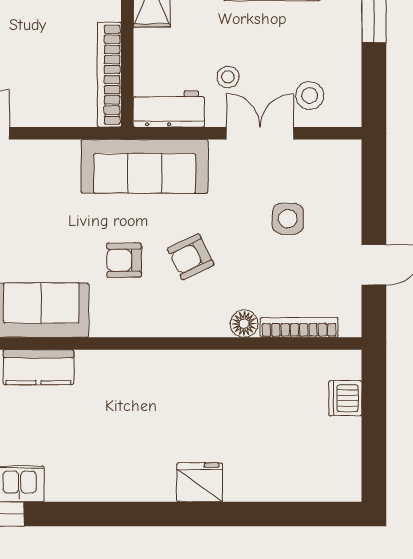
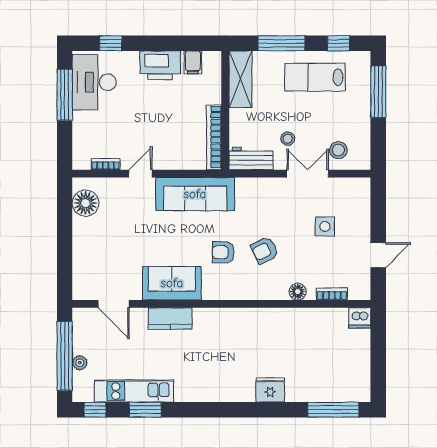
sofa: (145, 166) -> (195, 194), moved
bookcase: (299, 327) -> (332, 294), width x0.64
dishwasher: (345, 398) -> (360, 318), moved, turned -90
window: (302, 514) -> (333, 410), added

